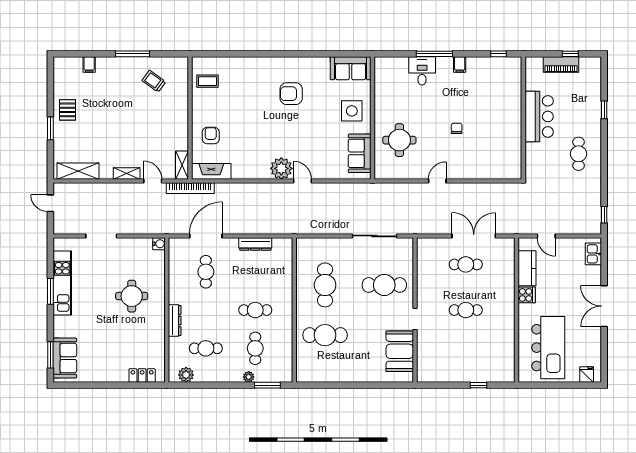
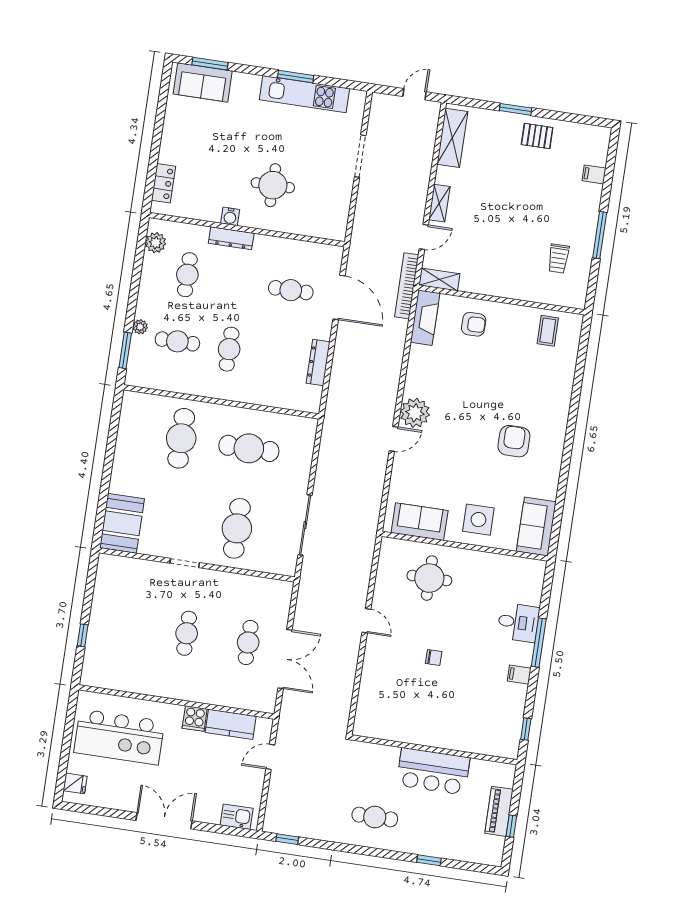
trolley: (154, 81) -> (558, 259), turned 144
water cooler: (159, 244) -> (230, 216), moved
booth: (400, 351) -> (122, 523), moved, turned 90

